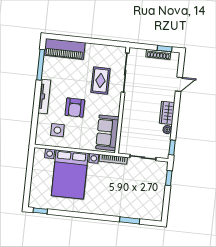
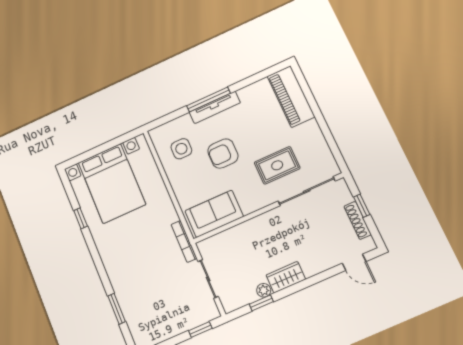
window: (165, 49) -> (362, 206), moved
window: (41, 65) -> (208, 99), moved
door: (179, 84) -> (354, 262), moved
window: (172, 147) -> (261, 303), moved
bed with nightstands: (70, 174) -> (112, 183), moved, turned -90
window: (40, 211) -> (80, 218), moved

